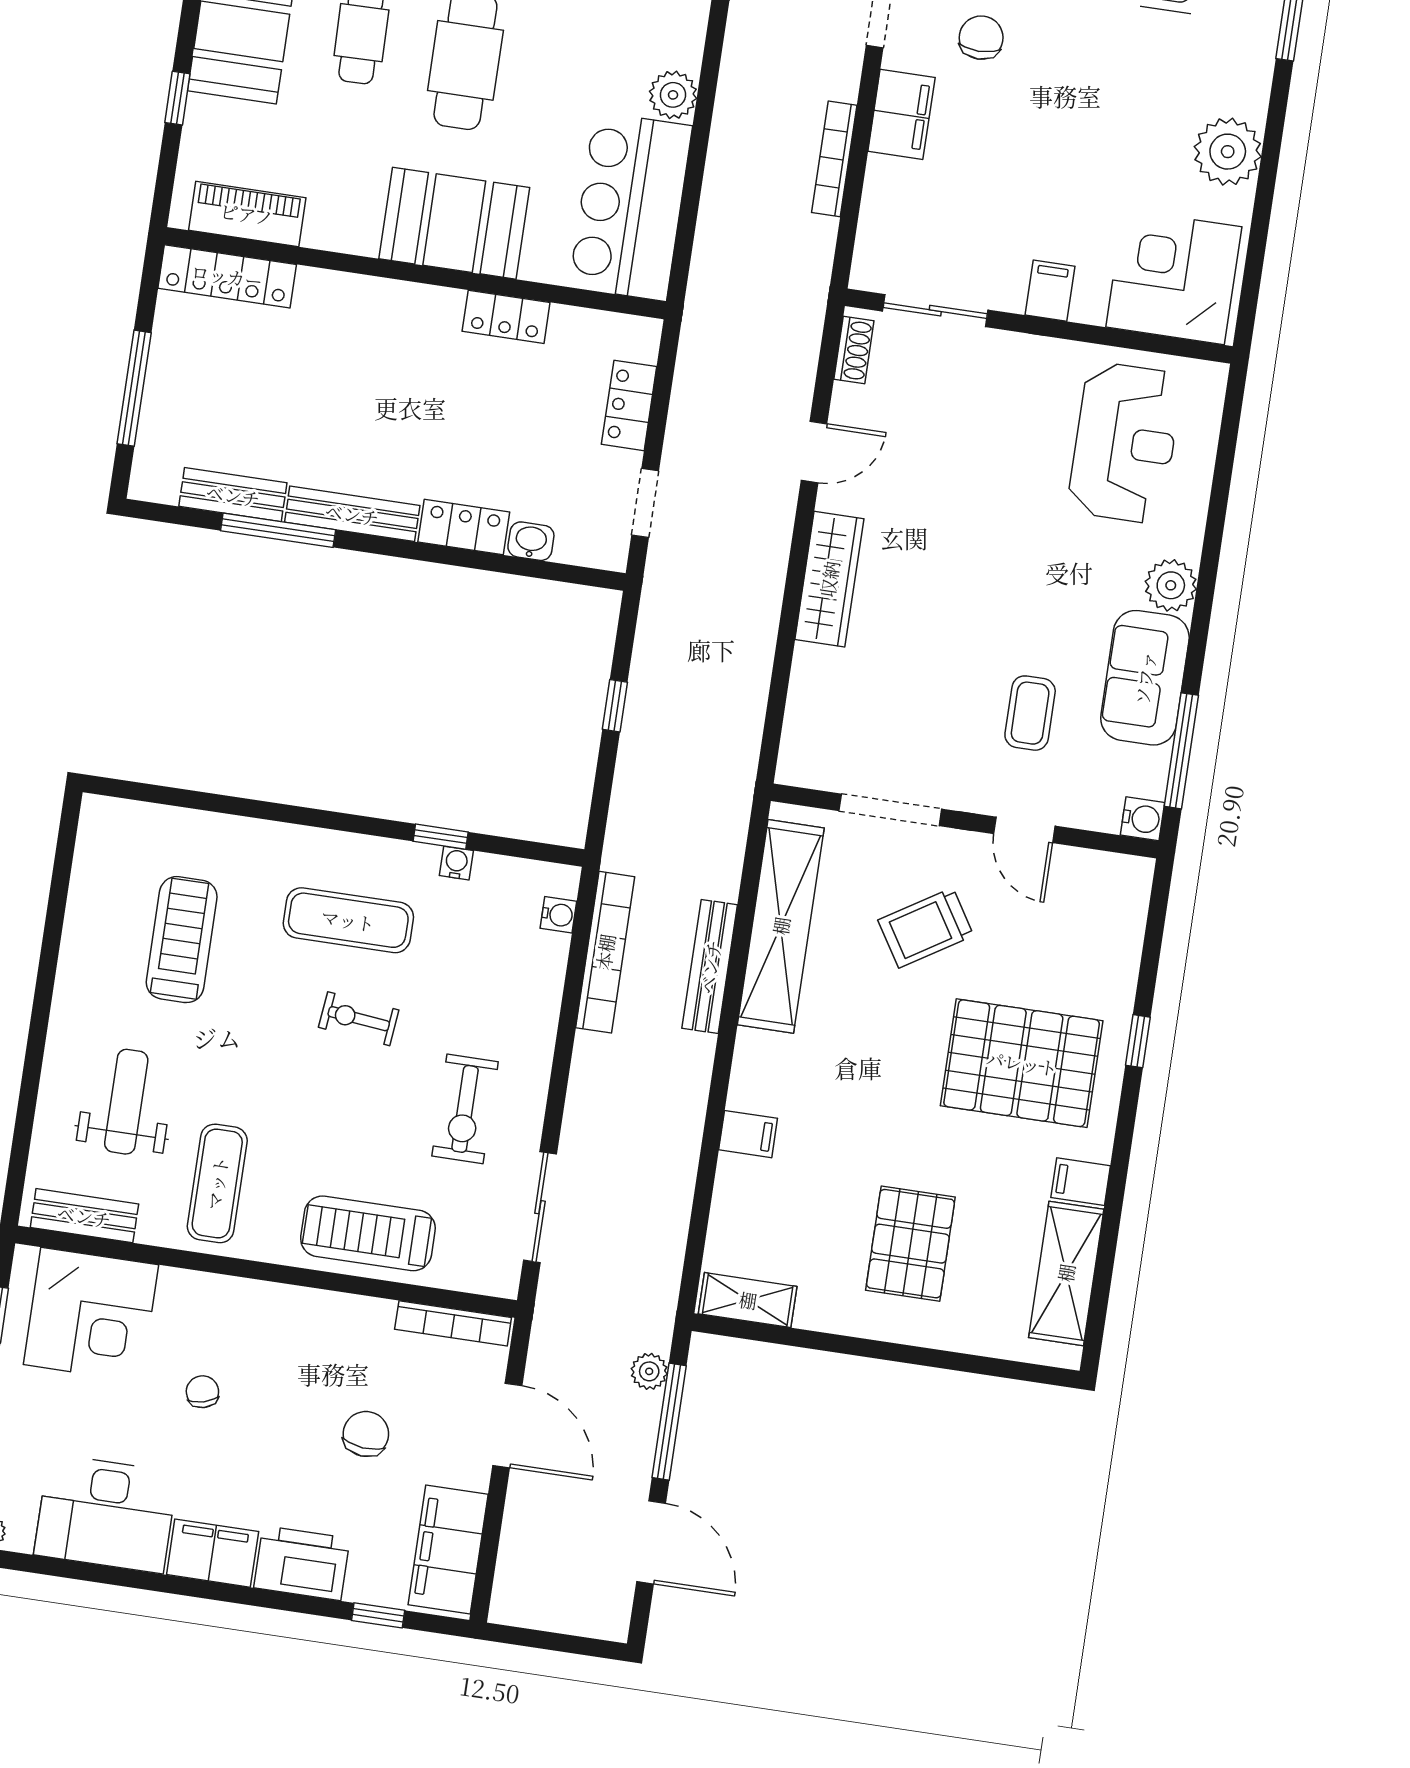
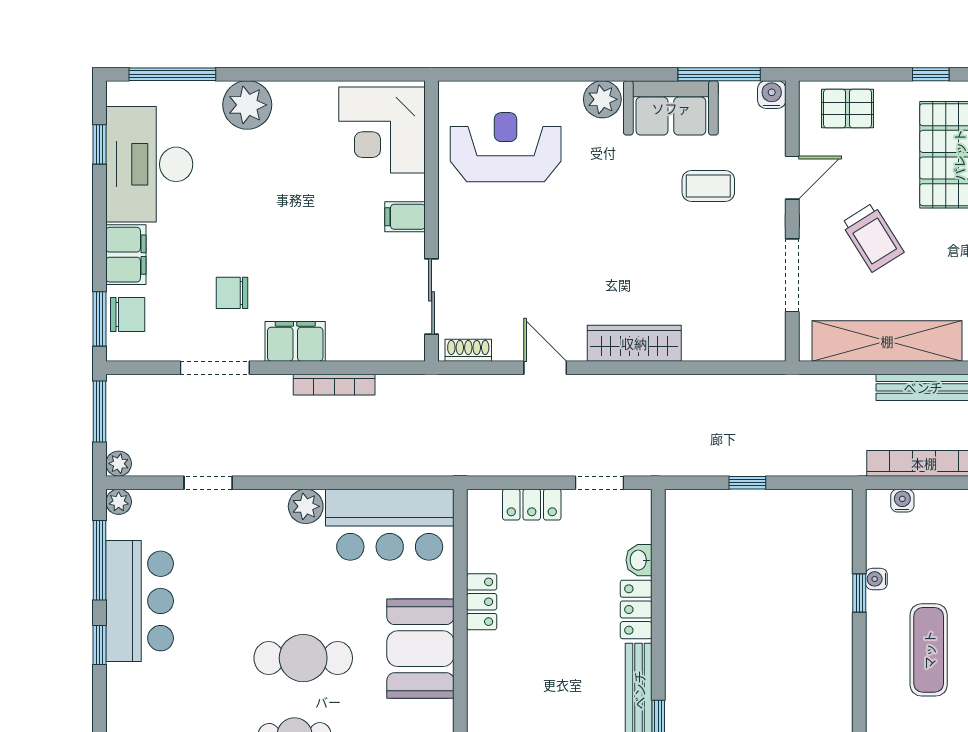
plant: (1228, 152) -> (247, 105), moved
pallet: (1108, 920) -> (848, 109), added

